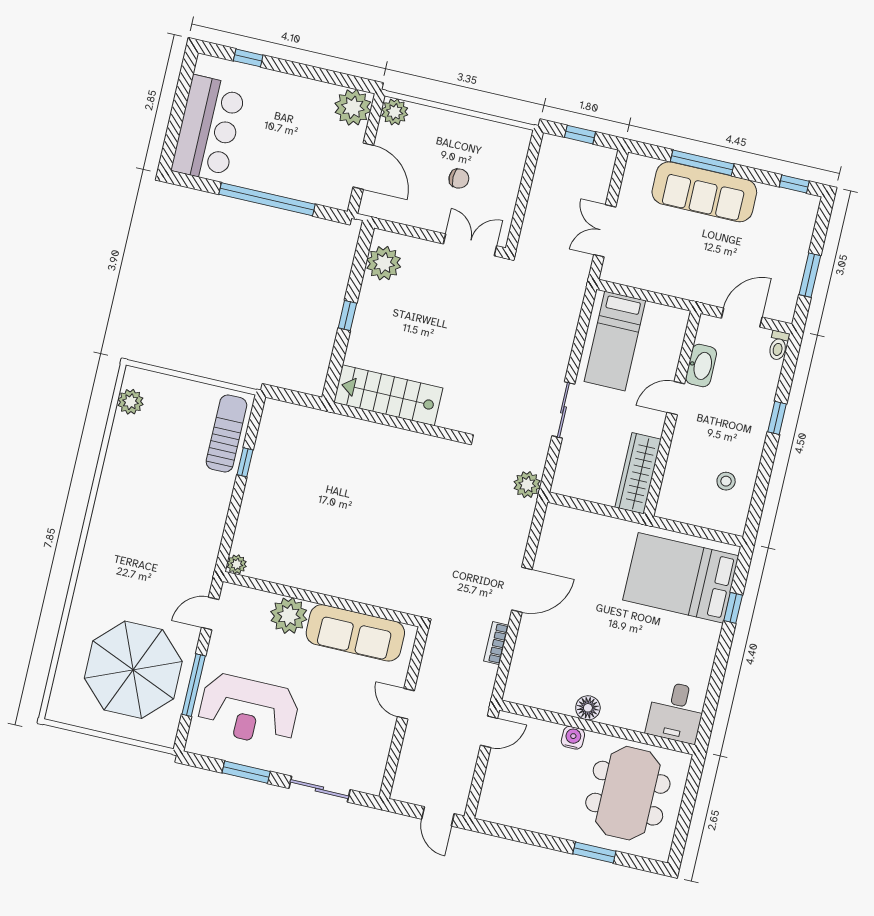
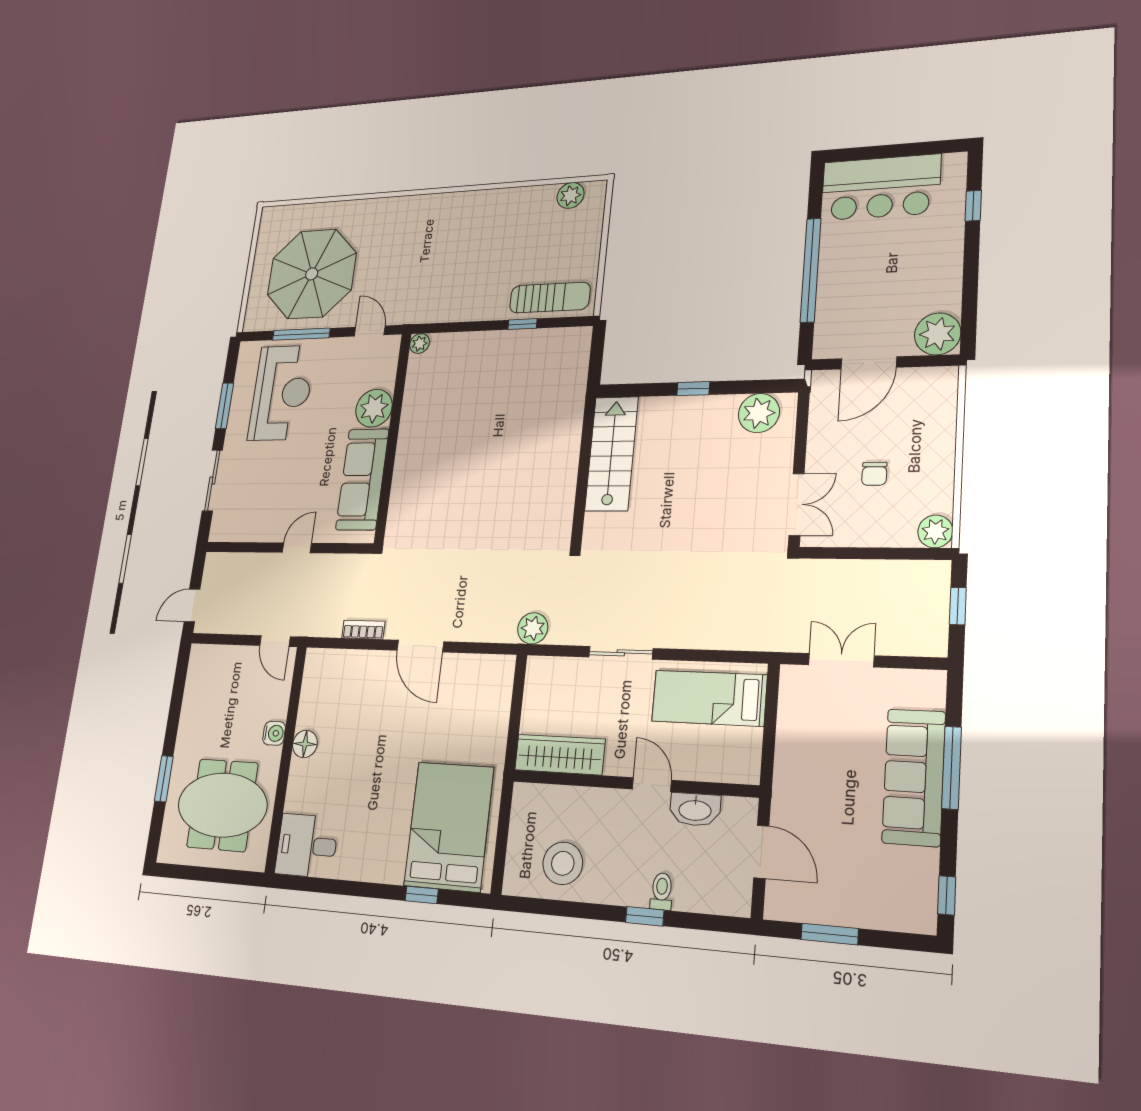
plant: (395, 112) -> (935, 531), moved
toilet: (778, 346) -> (662, 891), moved, turned 90
stool: (726, 481) -> (563, 863), width x1.89, depth x1.89
reception desk: (249, 710) -> (282, 393), turned 180

